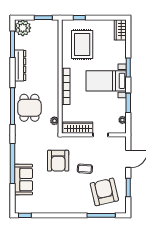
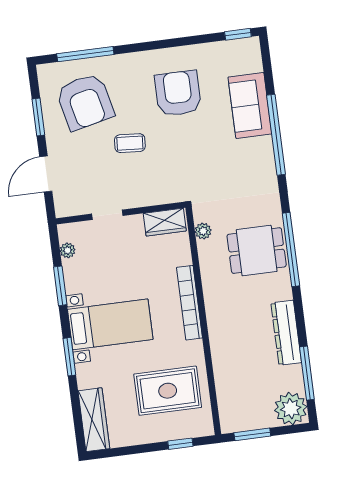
wardrobe: (120, 30) -> (94, 420), width x1.50
rug: (82, 44) -> (168, 391), turned 90
dining table: (29, 108) -> (257, 251), turned 90
wardrobe: (78, 128) -> (165, 222), width x0.67
armchair: (58, 161) -> (178, 93), moved

